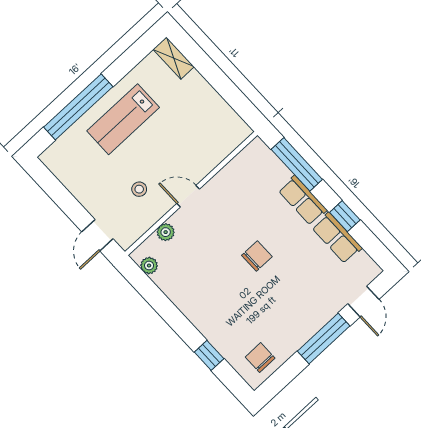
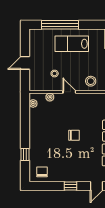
stool: (205, 149) -> (91, 81), added
door: (97, 235) -> (25, 63), moved
window: (324, 338) -> (71, 186), width x0.46

